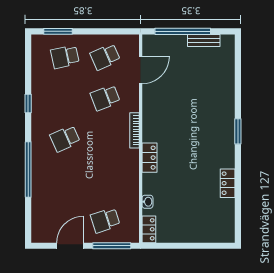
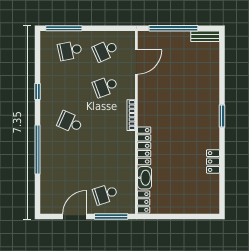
window: (58, 31) -> (64, 28), width x1.44
bench: (204, 41) -> (205, 36), moved
school desk: (65, 139) -> (70, 122), turned 48
locker: (149, 158) -> (144, 146), width x1.53
washbasin: (147, 202) -> (145, 178), width x1.91, depth x1.45

